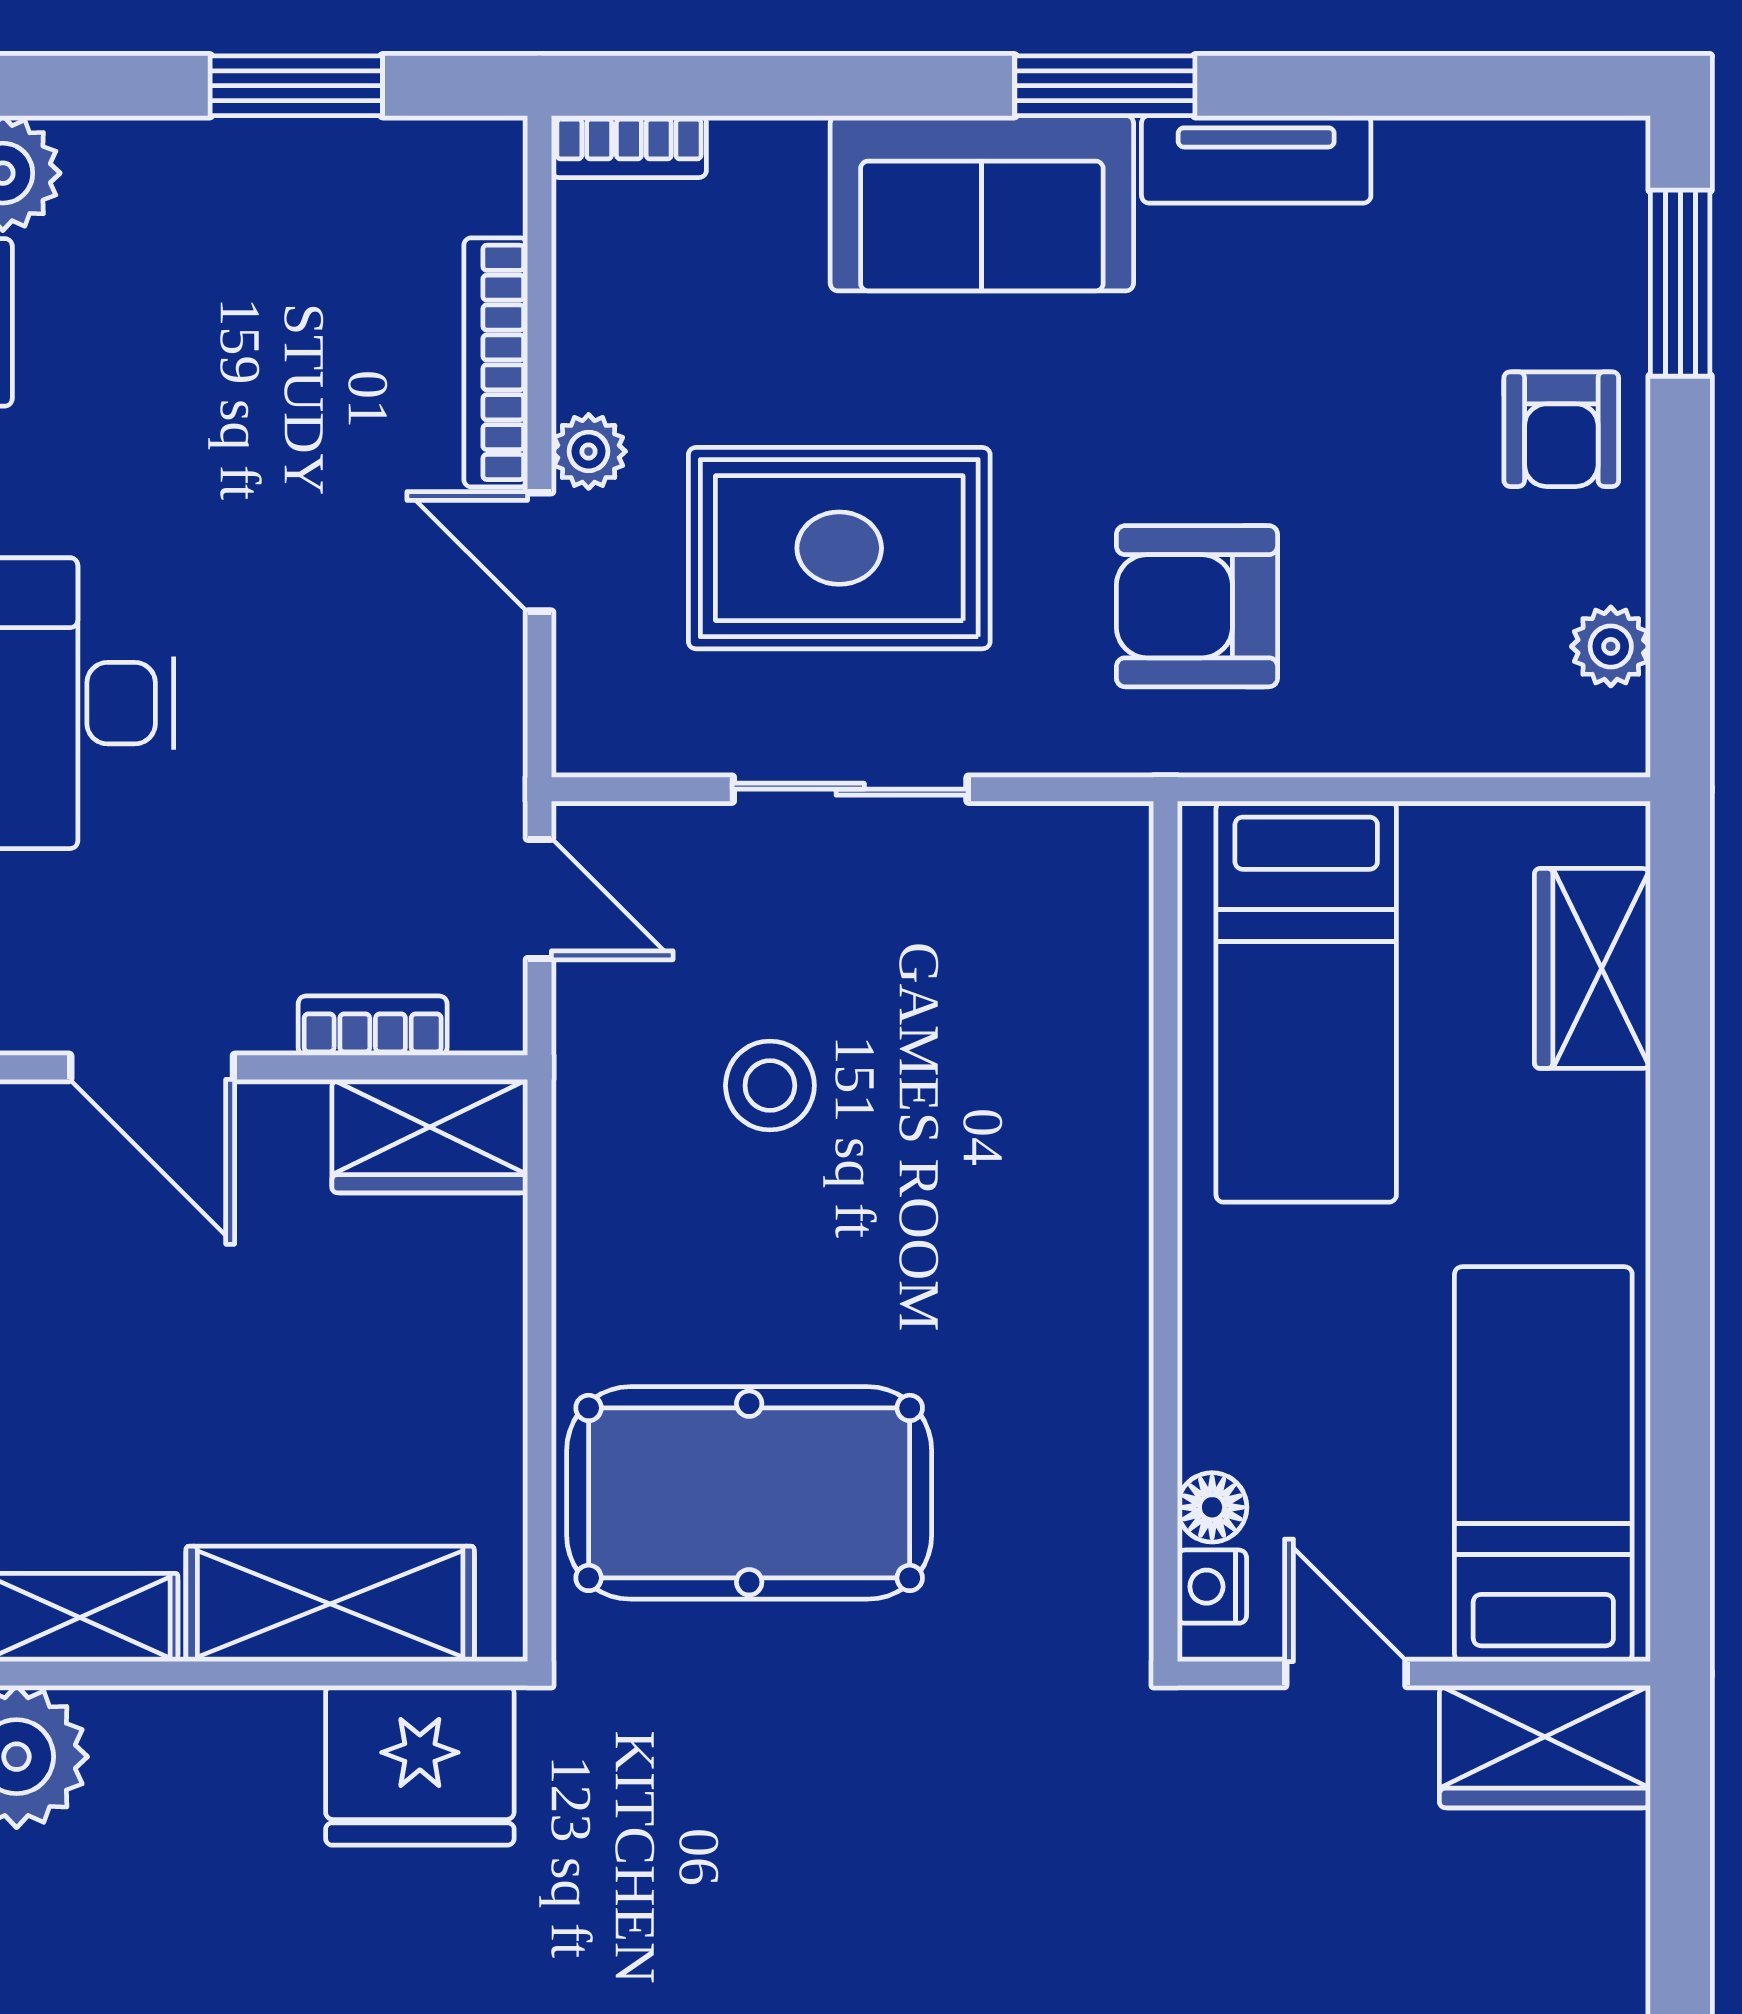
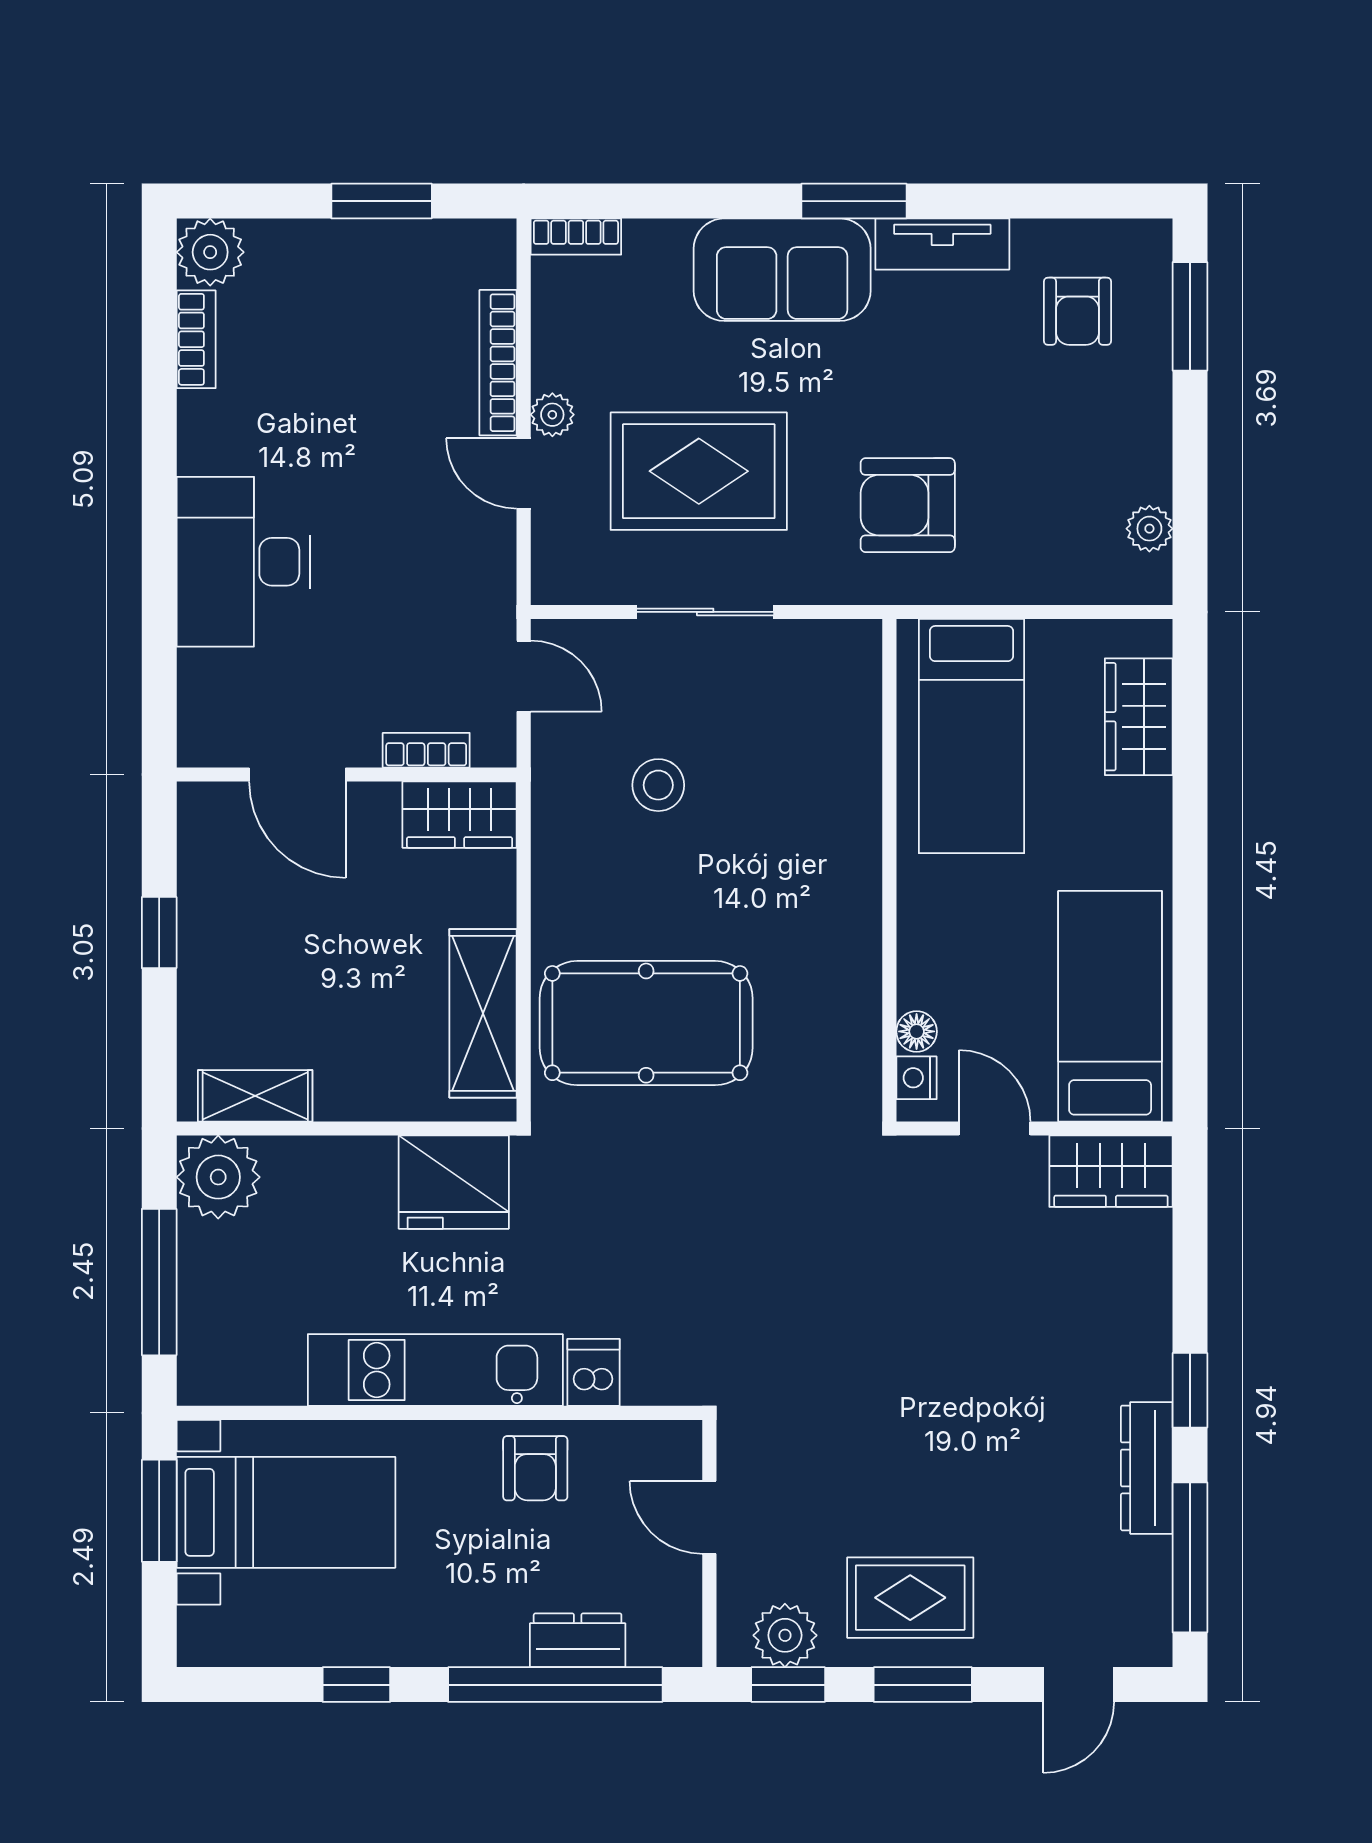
armchair: (1561, 429) -> (1077, 311), moved
shelving: (330, 1604) -> (483, 1013), moved, turned 90

